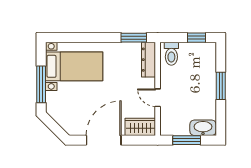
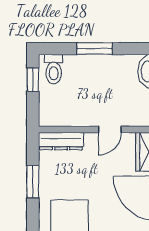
window: (134, 38) -> (33, 182), moved
toilet: (171, 54) -> (54, 69), moved, turned 90

